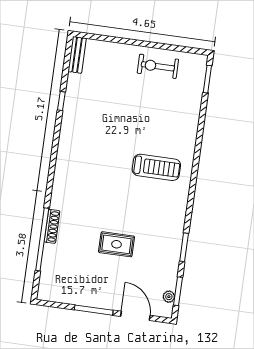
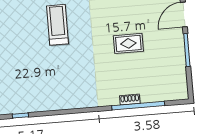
shoe rack: (52, 226) -> (130, 100), width x0.70
rug: (117, 244) -> (128, 43), turned 90

